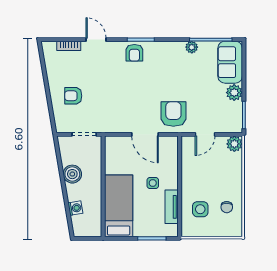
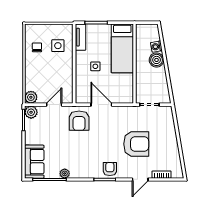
door: (96, 40) -> (140, 179), hinge flipped
plant: (234, 93) -> (31, 112), moved
armchair: (73, 96) -> (136, 144), moved, width x1.88, depth x1.88
boiler: (72, 174) -> (157, 60), moved
tv unit: (172, 207) -> (80, 37), moved

